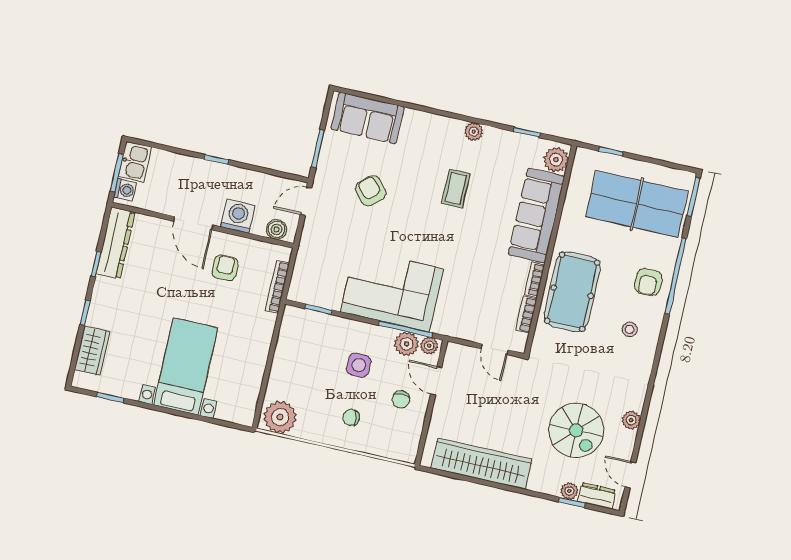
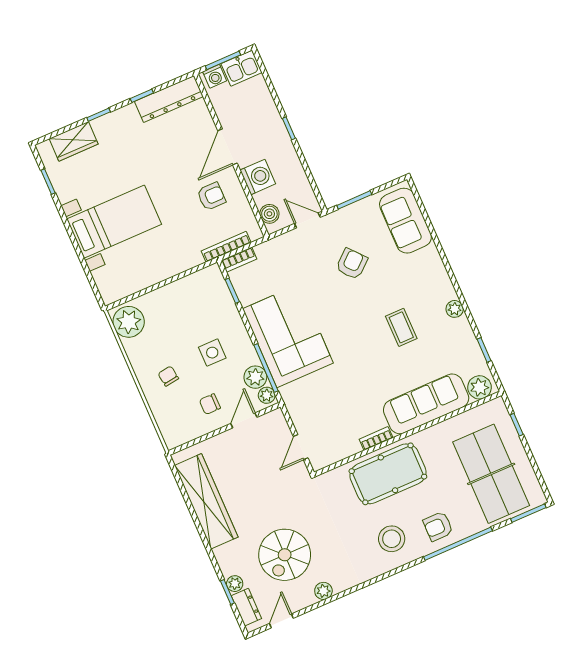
coffee table: (456, 188) -> (401, 327), turned 90
bookcase: (526, 315) -> (239, 260), moved, turned 180
stool: (630, 329) -> (392, 539), width x1.89, depth x1.89

